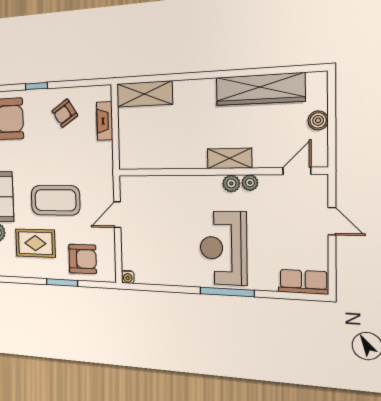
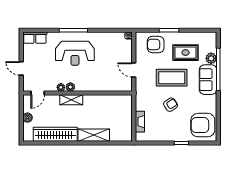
shelving: (144, 94) -> (94, 135), moved
armchair: (65, 113) -> (171, 105), moved
door: (117, 215) -> (134, 70), swing flipped
reception desk: (223, 248) -> (75, 53), turned 90

